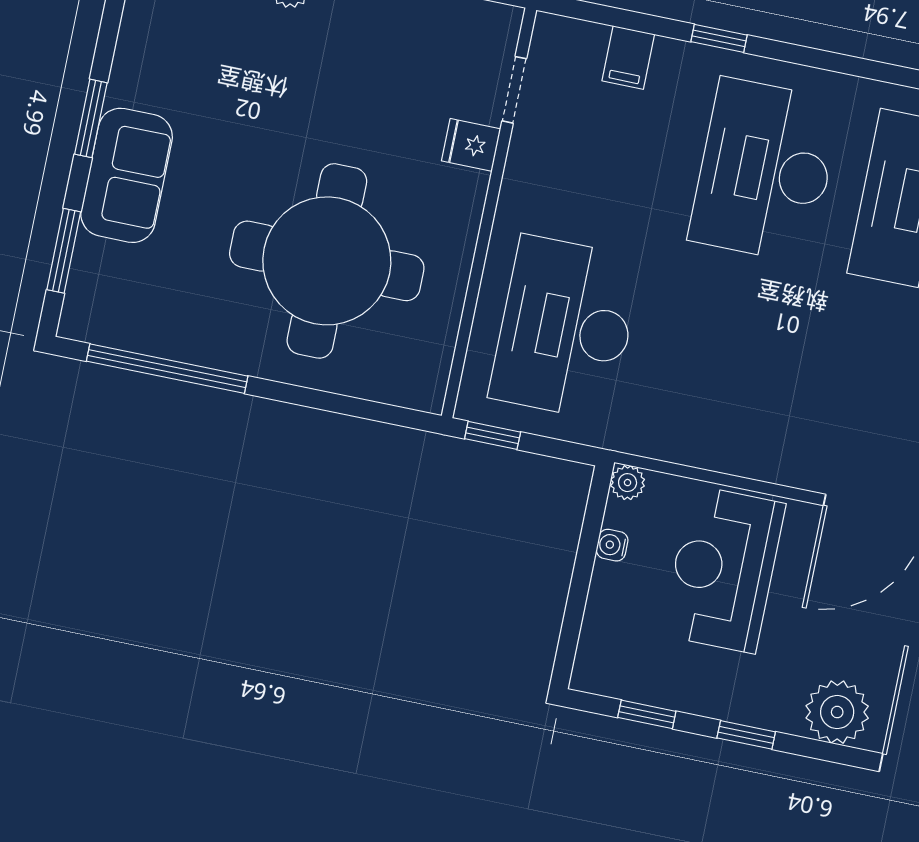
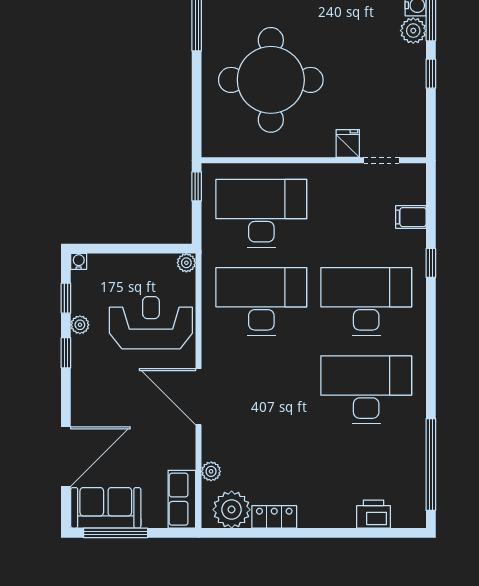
desk: (726, 361) -> (261, 302), added
water cooler: (612, 545) -> (79, 261), moved
plant: (837, 712) -> (80, 325), moved, width x0.53, depth x0.53

